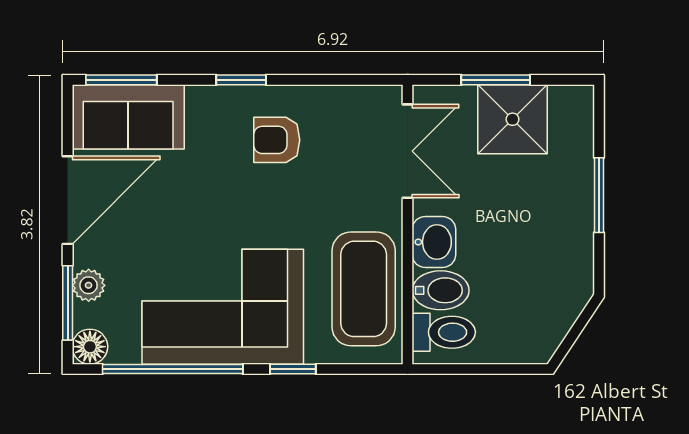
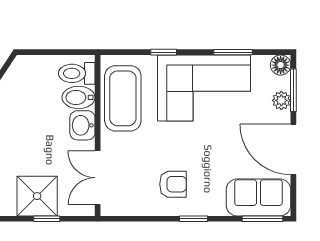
window: (496, 80) -> (47, 219), width x0.67
door: (68, 200) -> (293, 149), hinge flipped
window: (173, 369) -> (233, 52), width x0.47

